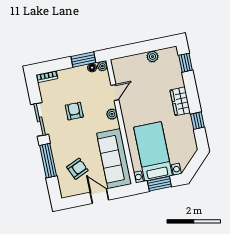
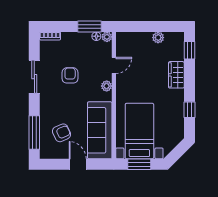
wardrobe: (180, 101) -> (176, 75), moved
window: (48, 161) -> (34, 132), moved

